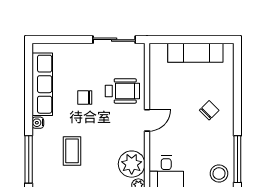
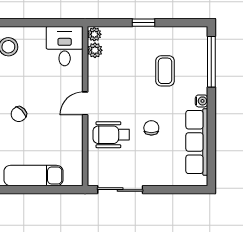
chair: (85, 97) -> (151, 128), turned -90
plant: (132, 164) -> (95, 50), width x0.53, depth x0.53

